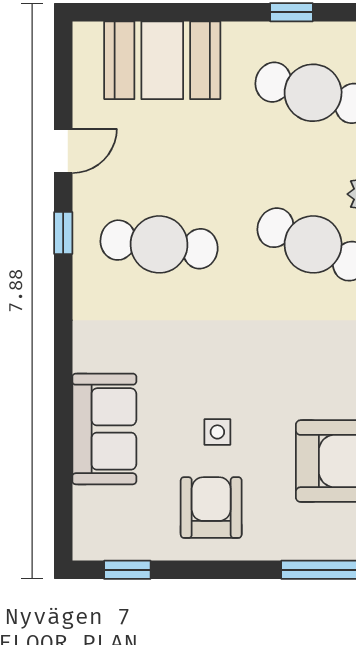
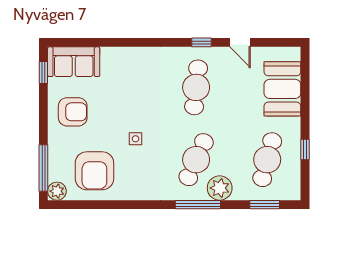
sofa: (104, 429) -> (74, 62), moved
side table: (217, 432) -> (136, 139), moved

